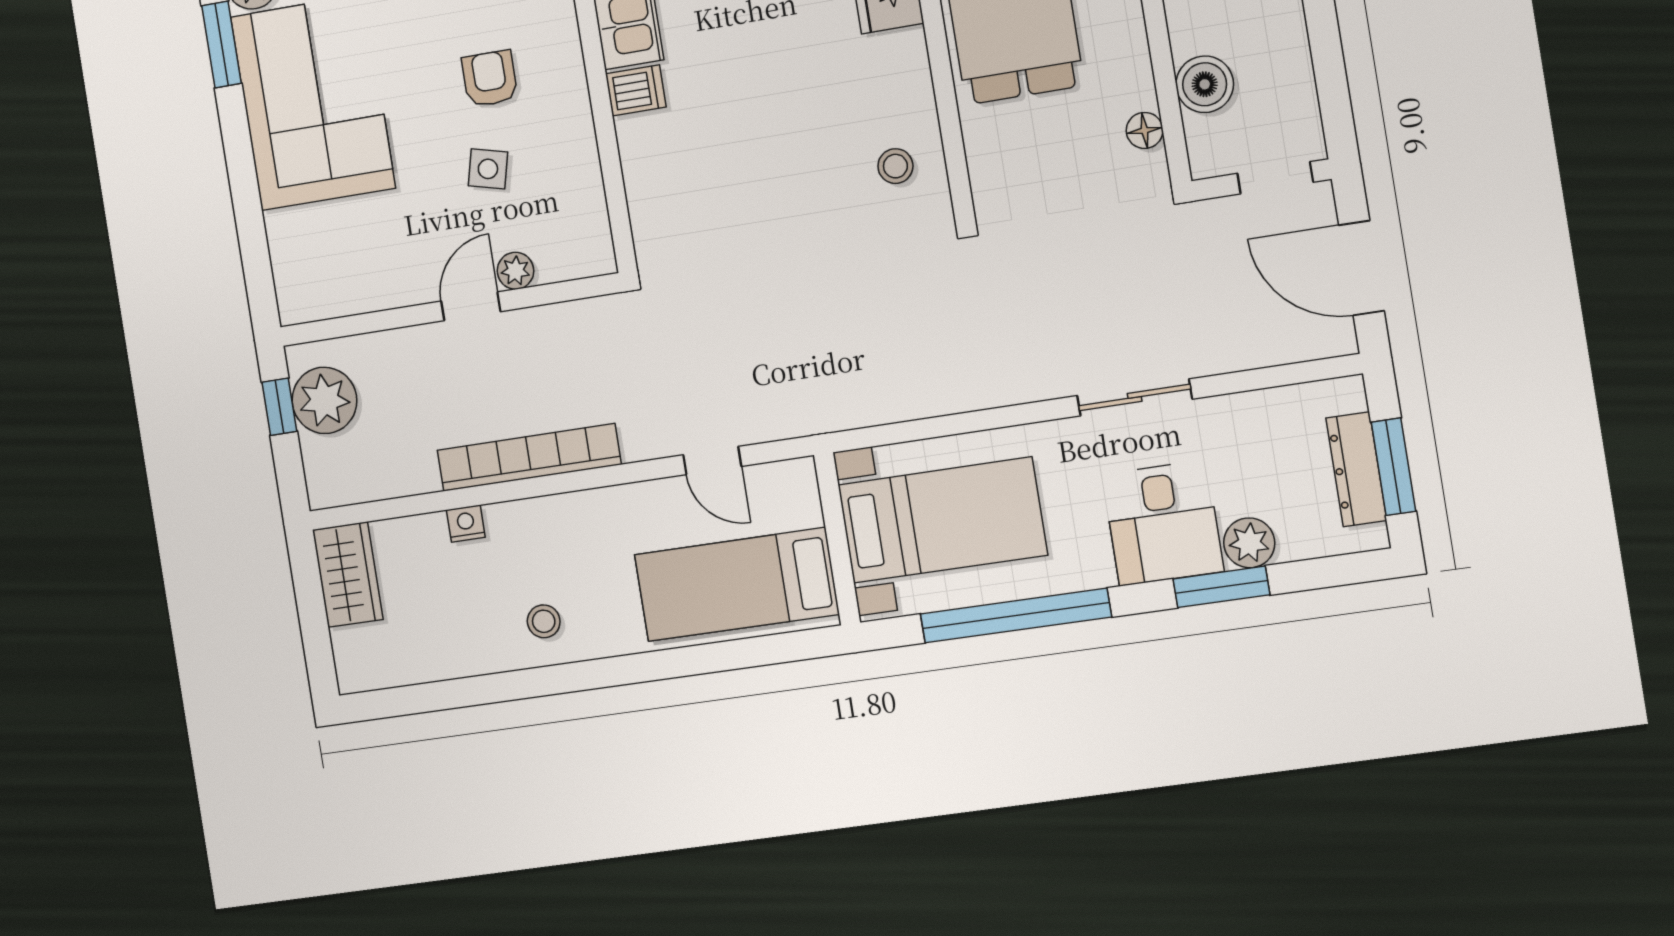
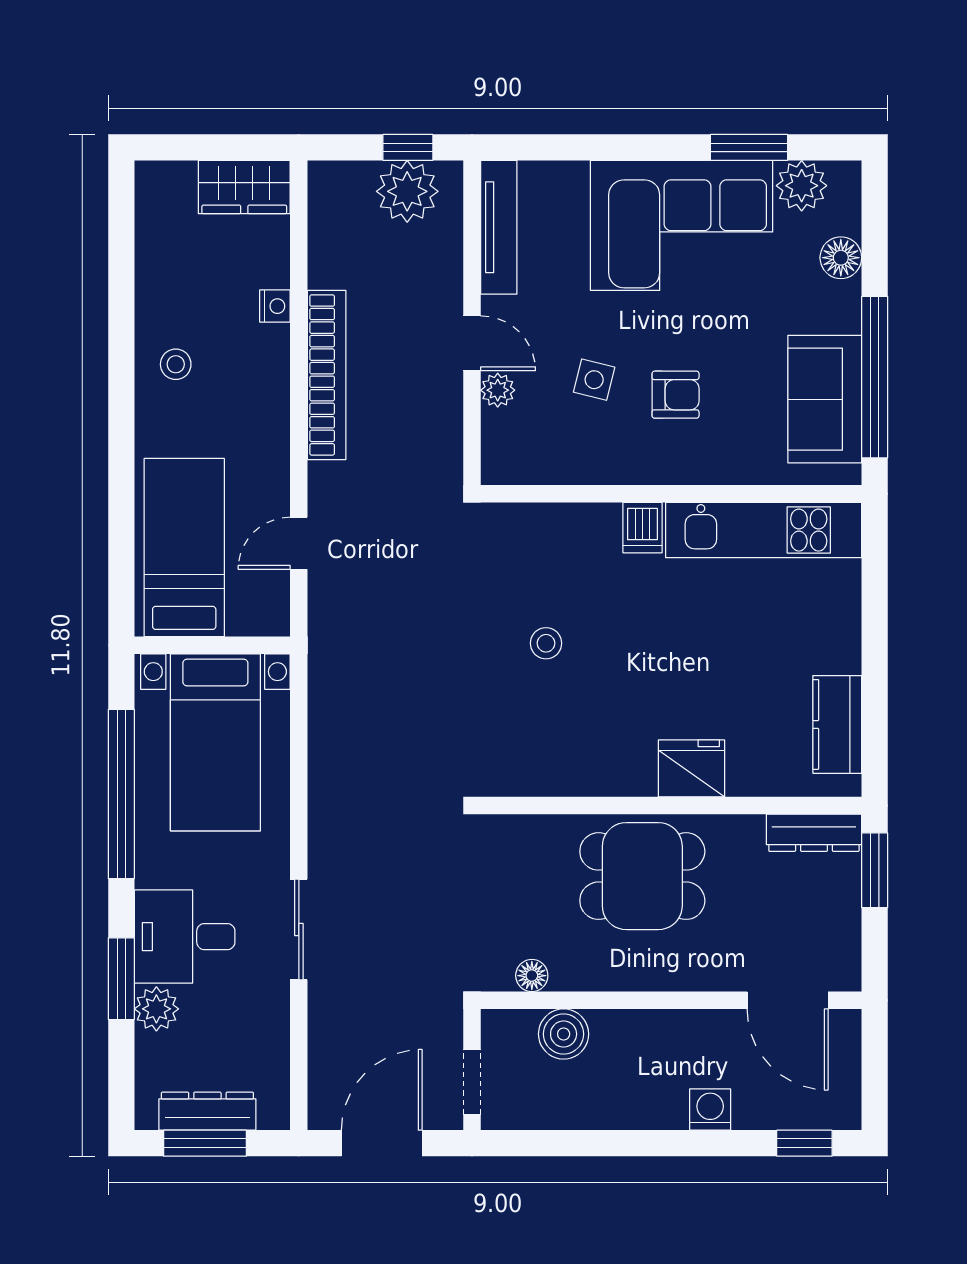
stool: (895, 166) -> (546, 643), moved
tv unit: (346, 297) -> (499, 227), added

